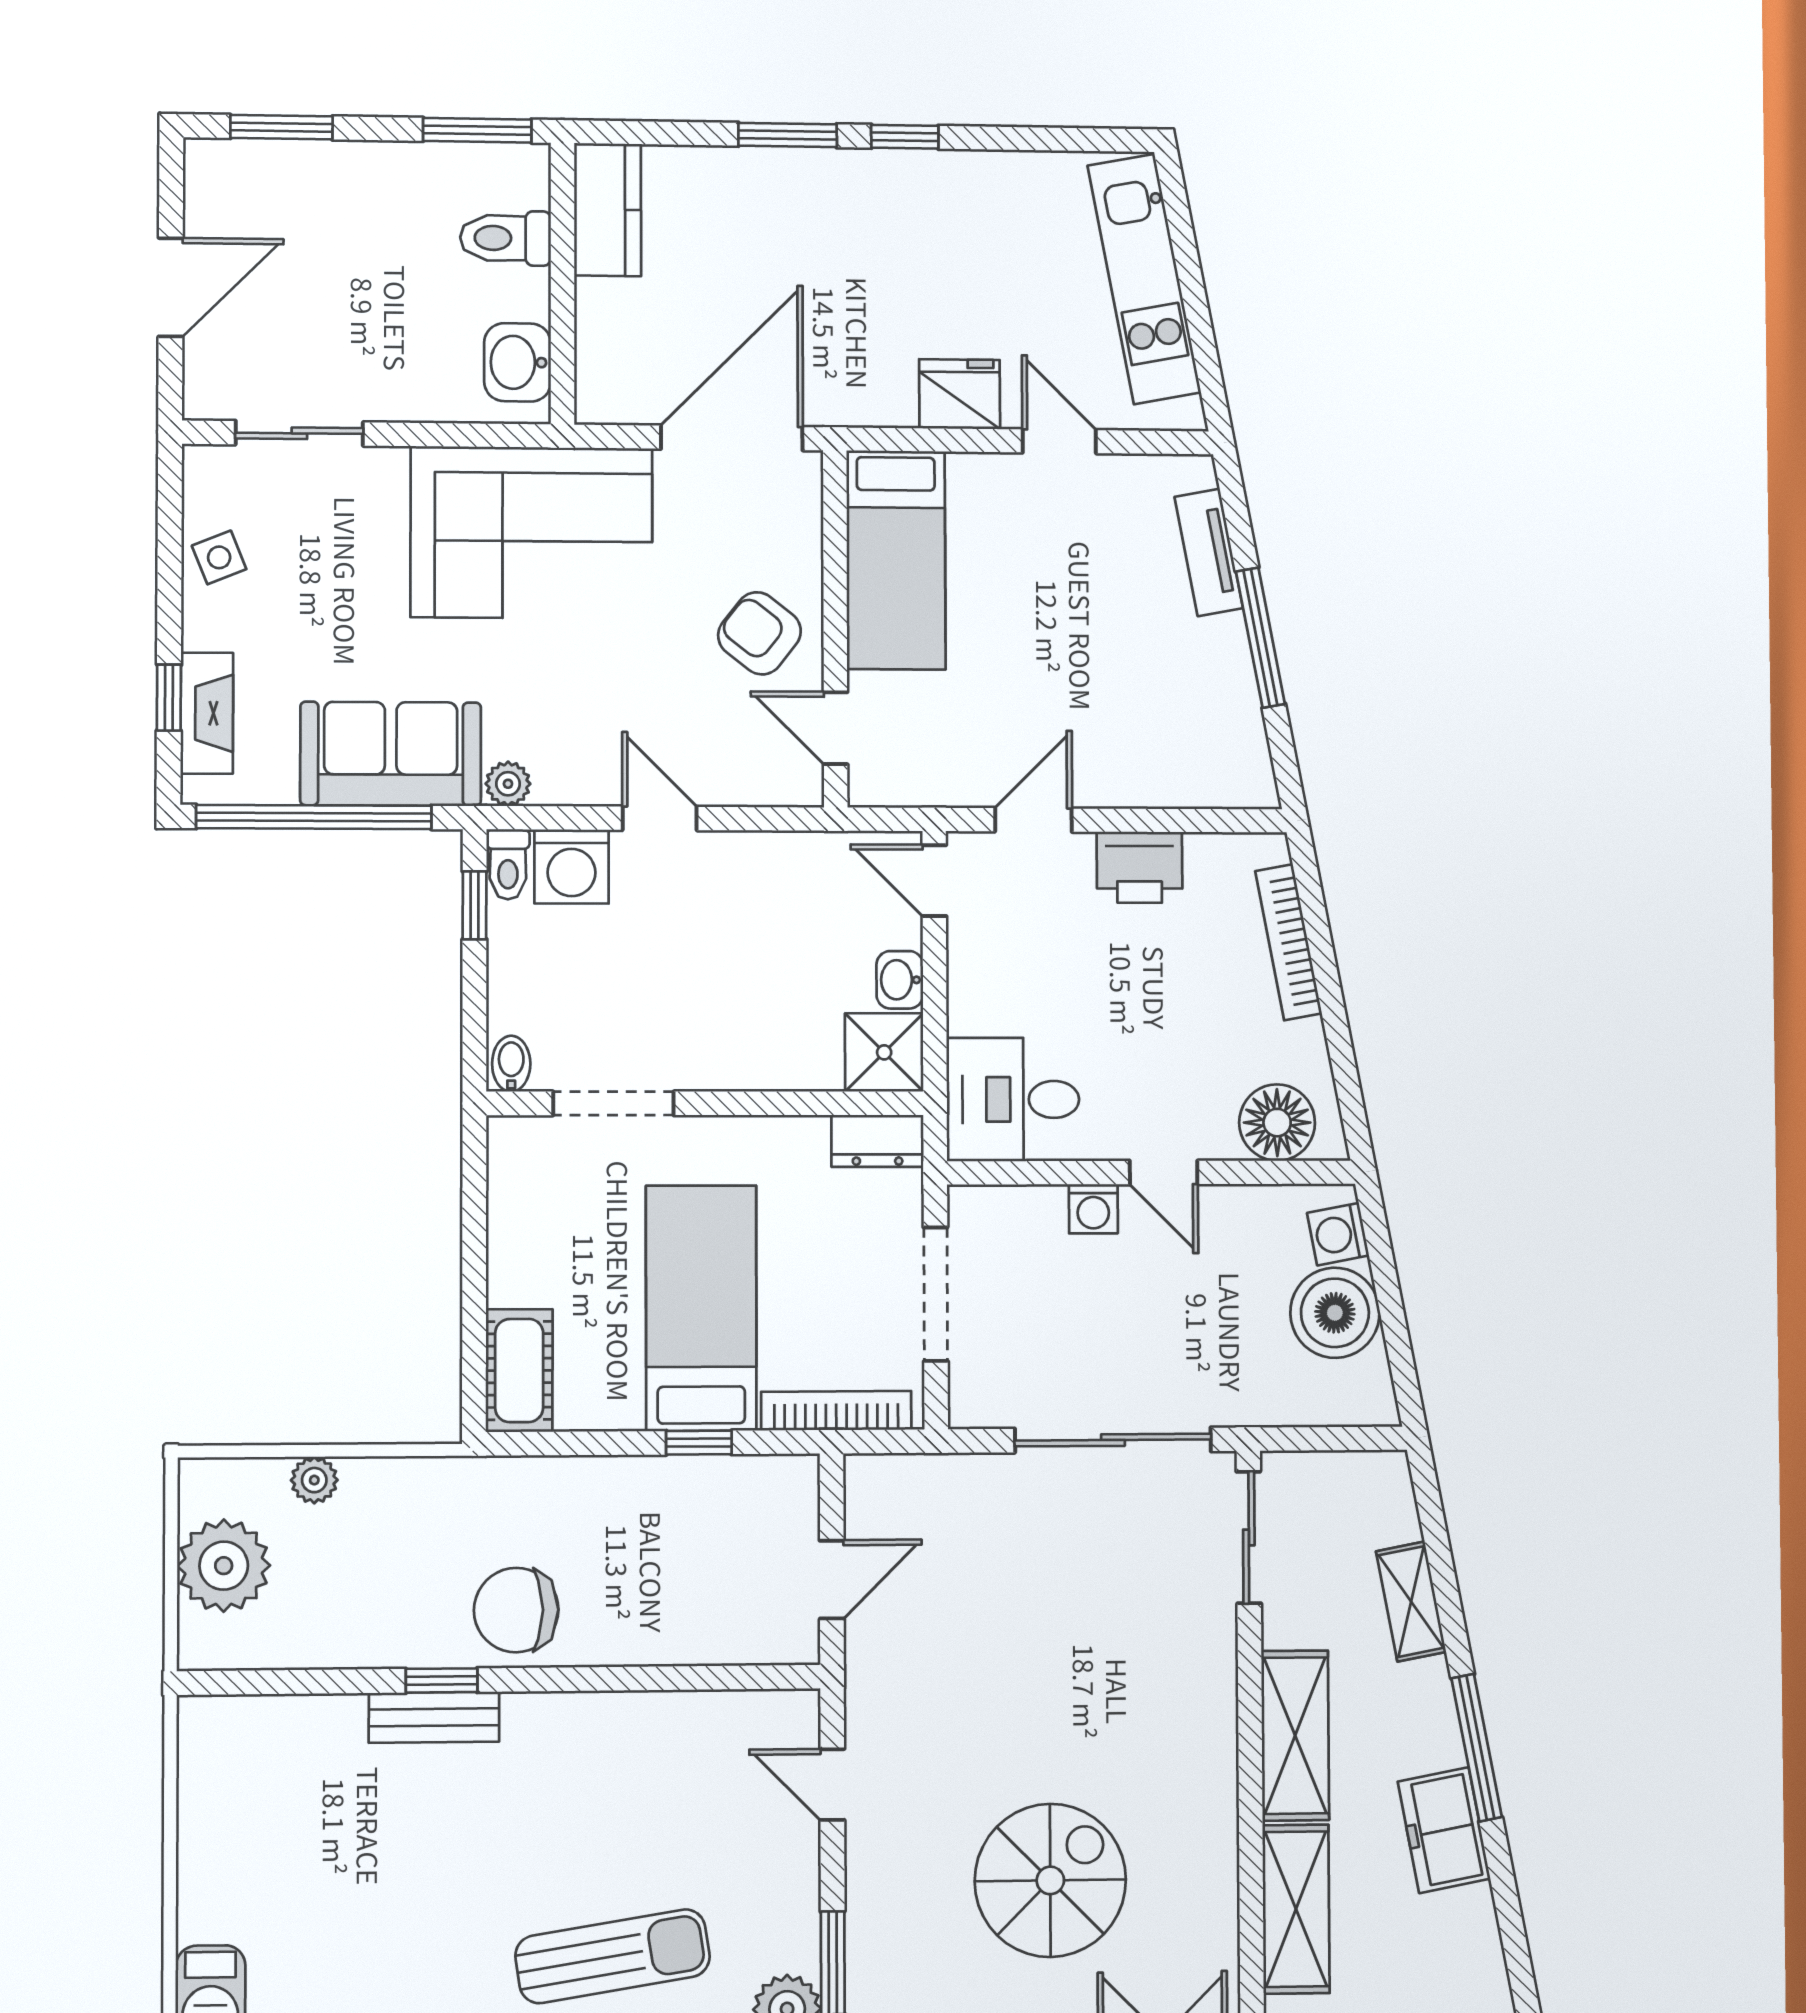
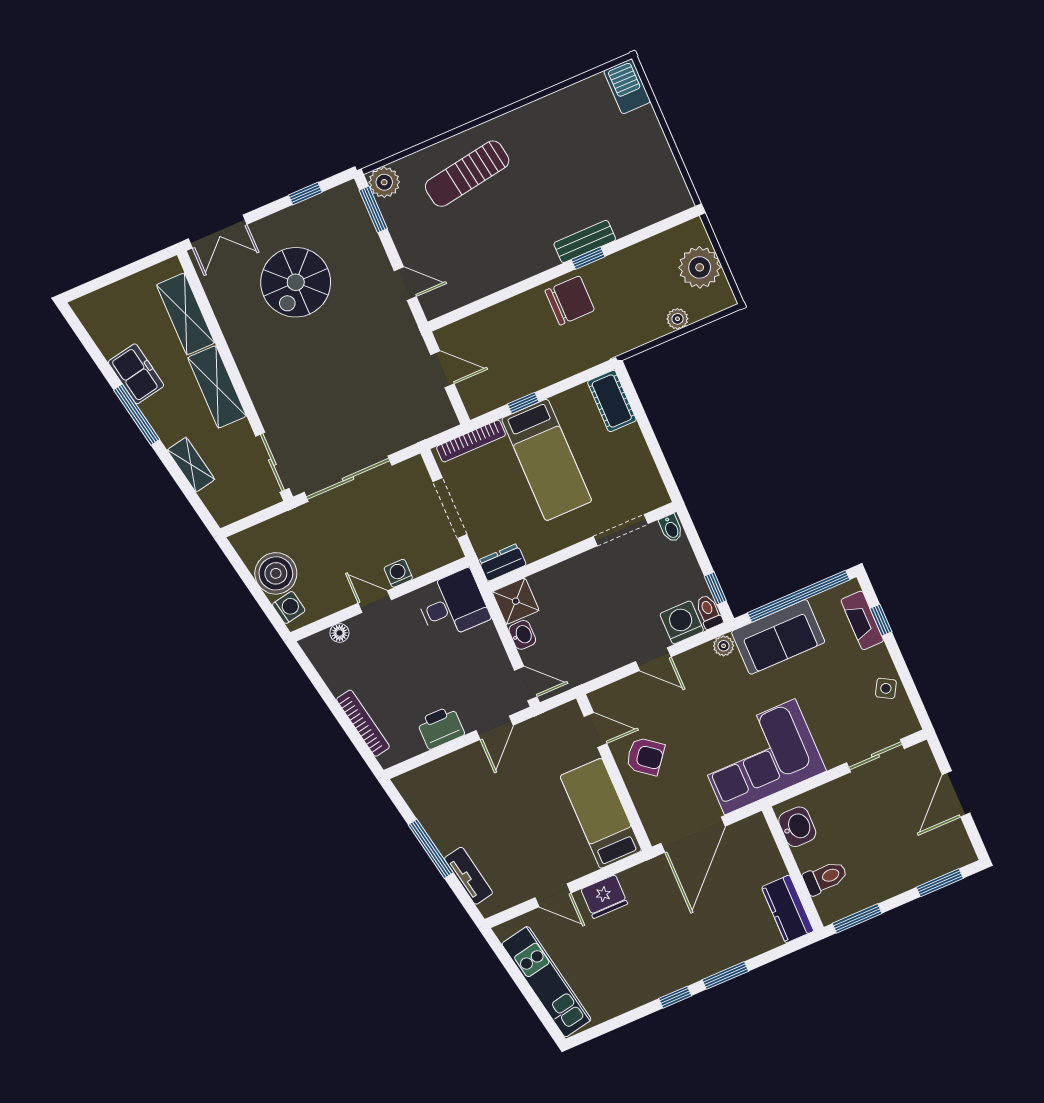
side table: (219, 557) -> (886, 688), turned -38
floor lamp: (1277, 1123) -> (339, 633), width x0.53, depth x0.53
door: (832, 1580) -> (442, 369), swing flipped

